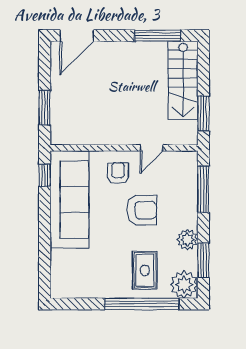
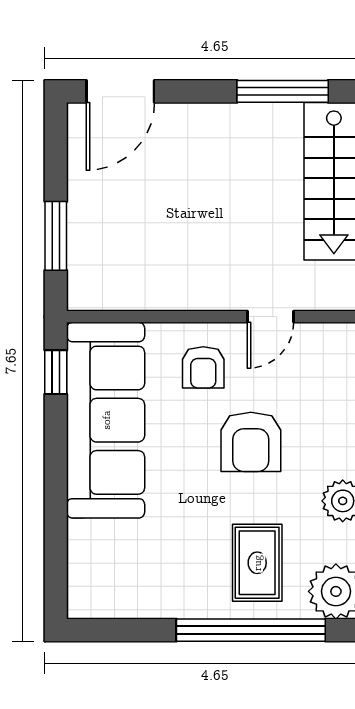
armchair: (118, 173) -> (203, 367), turned 180
armchair: (142, 210) -> (251, 442), turned 90

